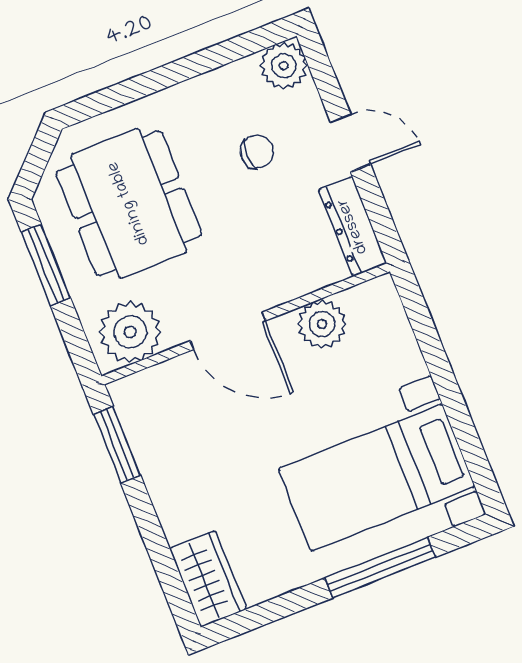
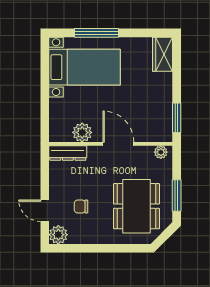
door: (350, 143) -> (45, 211), moved
dresser: (353, 226) -> (68, 153), moved, turned 90
plant: (130, 332) -> (161, 152), width x0.53, depth x0.53

